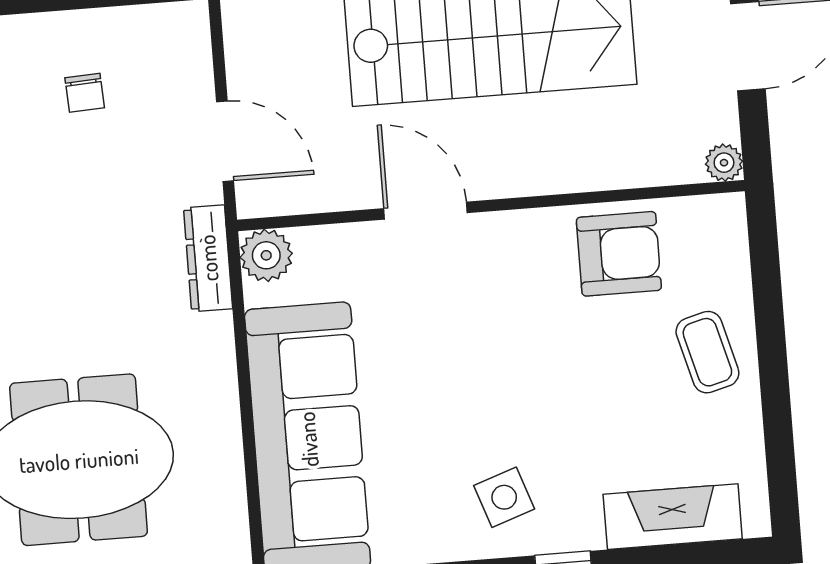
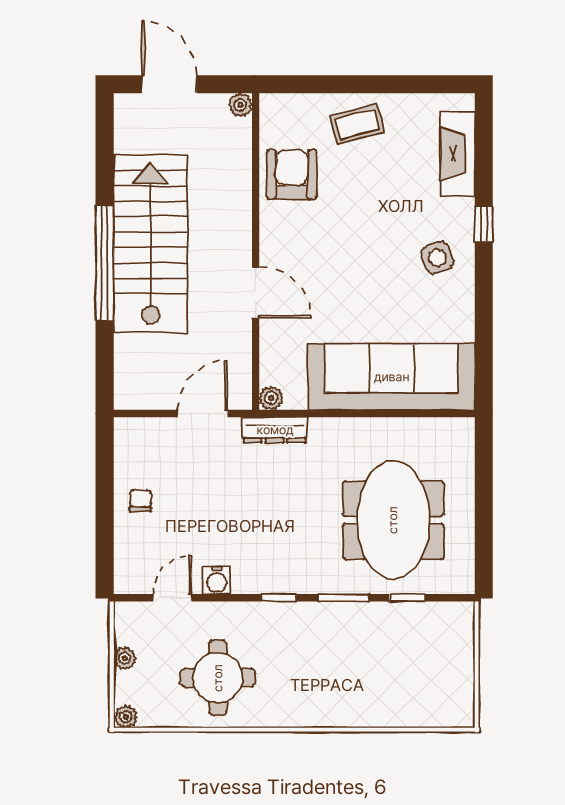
chair: (85, 93) -> (141, 501), moved, turned -85
door: (426, 211) -> (256, 292), swing flipped
plant: (266, 255) -> (271, 398), width x0.73, depth x0.73

